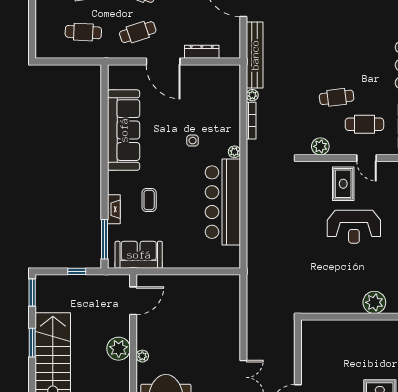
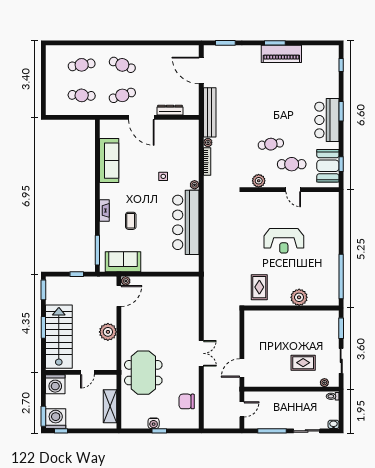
sofa: (124, 130) -> (109, 161), width x0.74, depth x0.79
rug: (343, 184) -> (259, 287), moved
fireplace: (114, 209) -> (104, 210), moved
plant: (142, 356) -> (126, 281), moved

